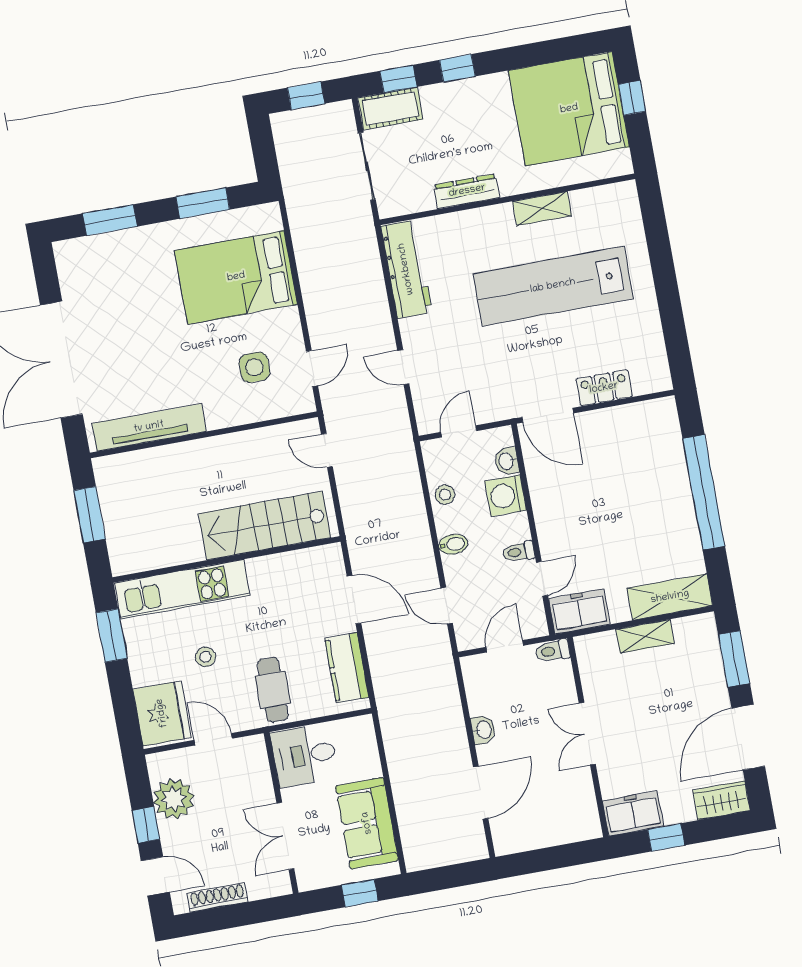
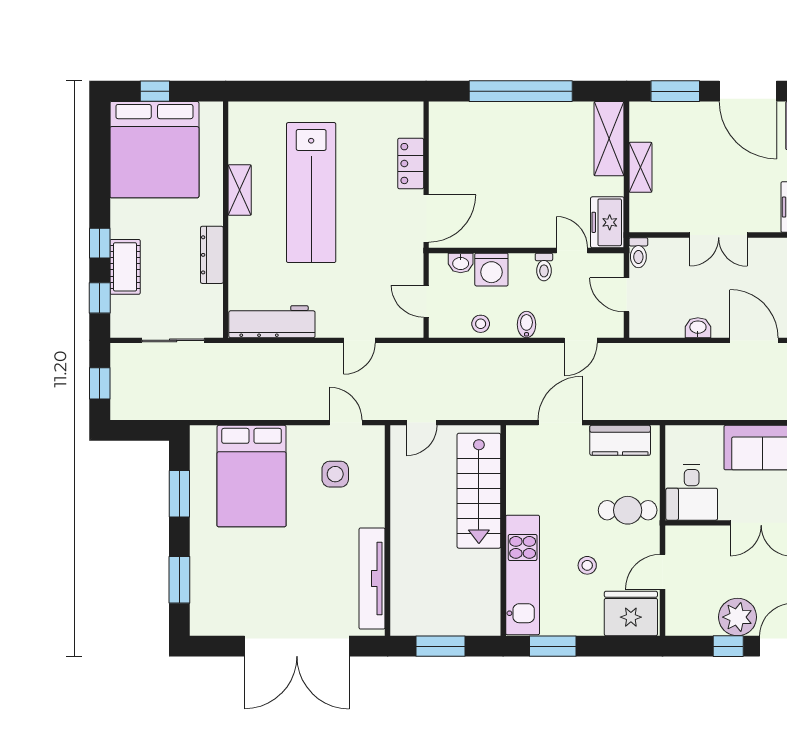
cot: (390, 108) -> (125, 267), moved
plant: (174, 799) -> (738, 617), moved

